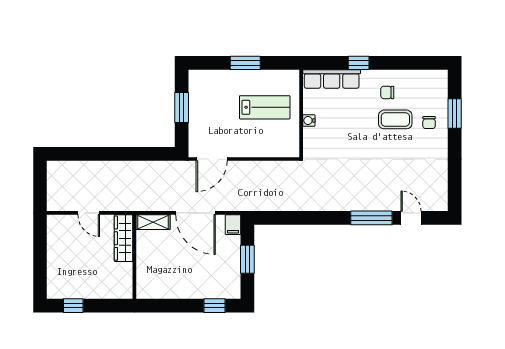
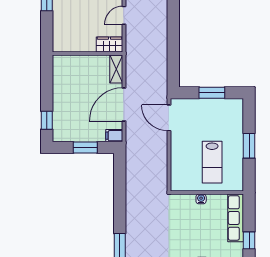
wardrobe: (124, 238) -> (109, 44), width x0.67

